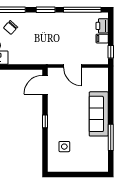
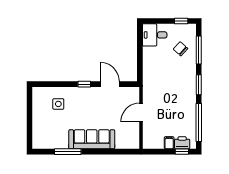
window: (111, 52) -> (182, 152), moved
door: (45, 85) -> (110, 84), moved

